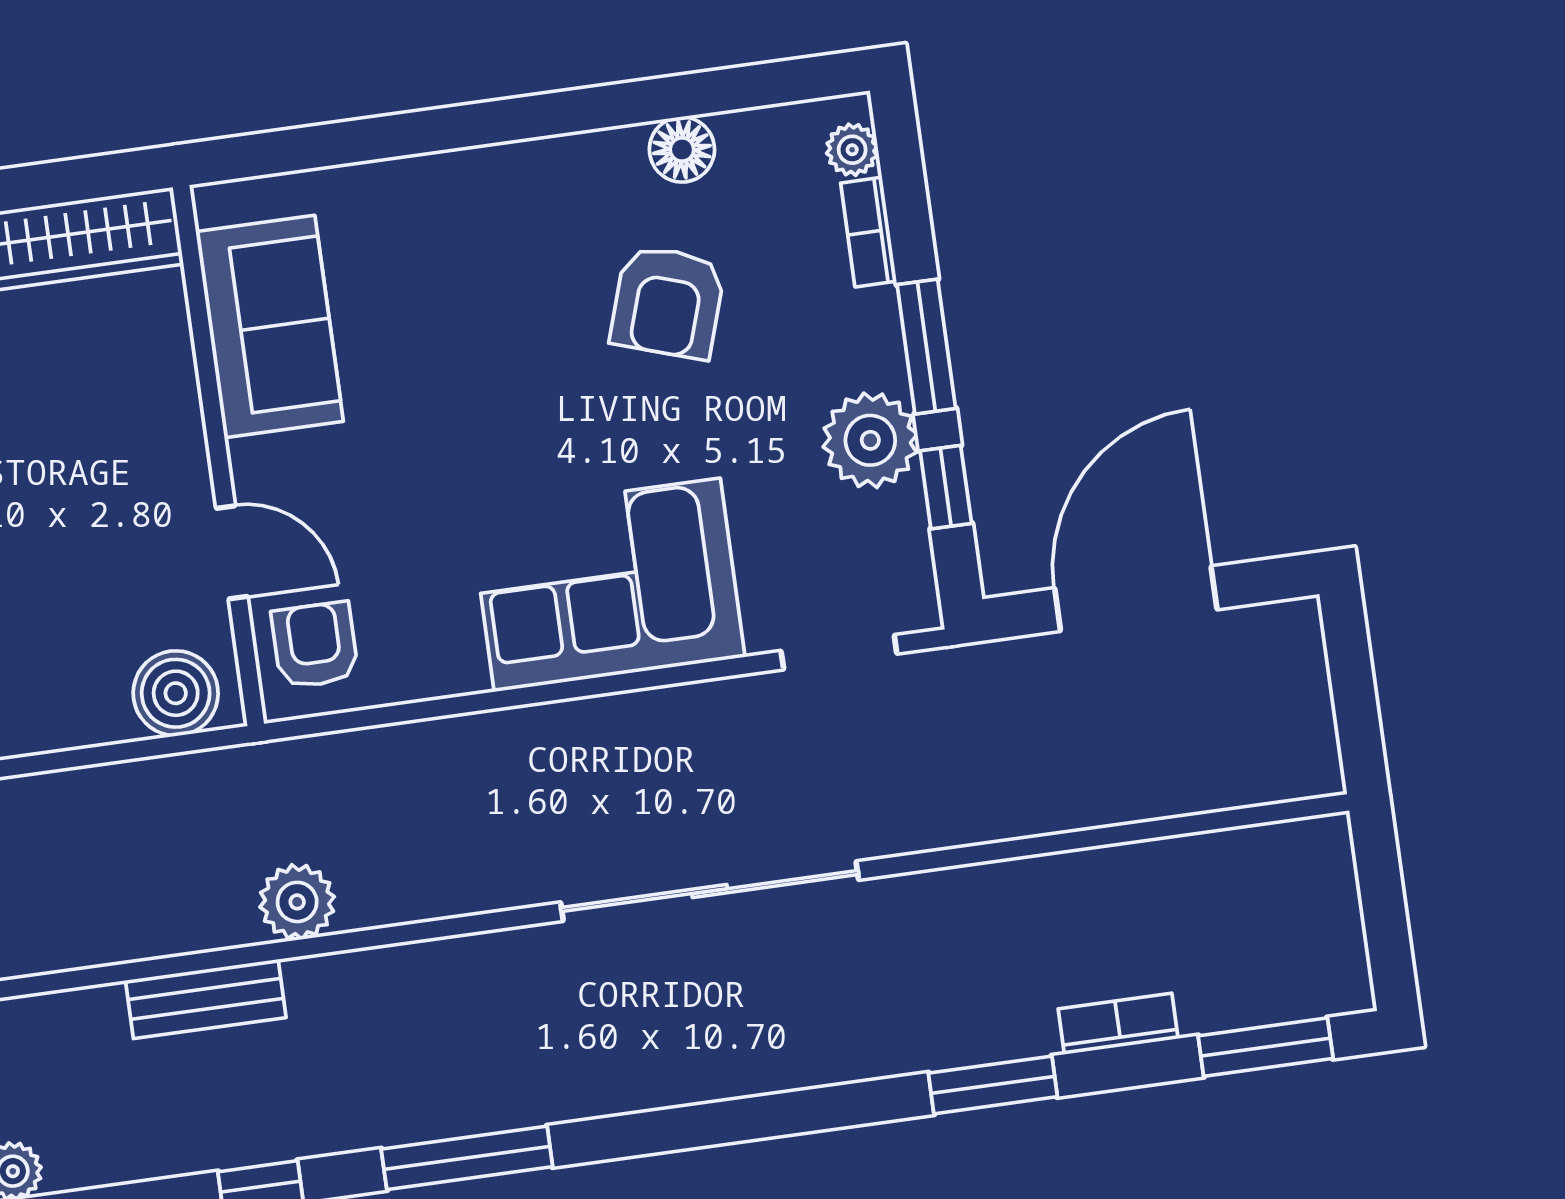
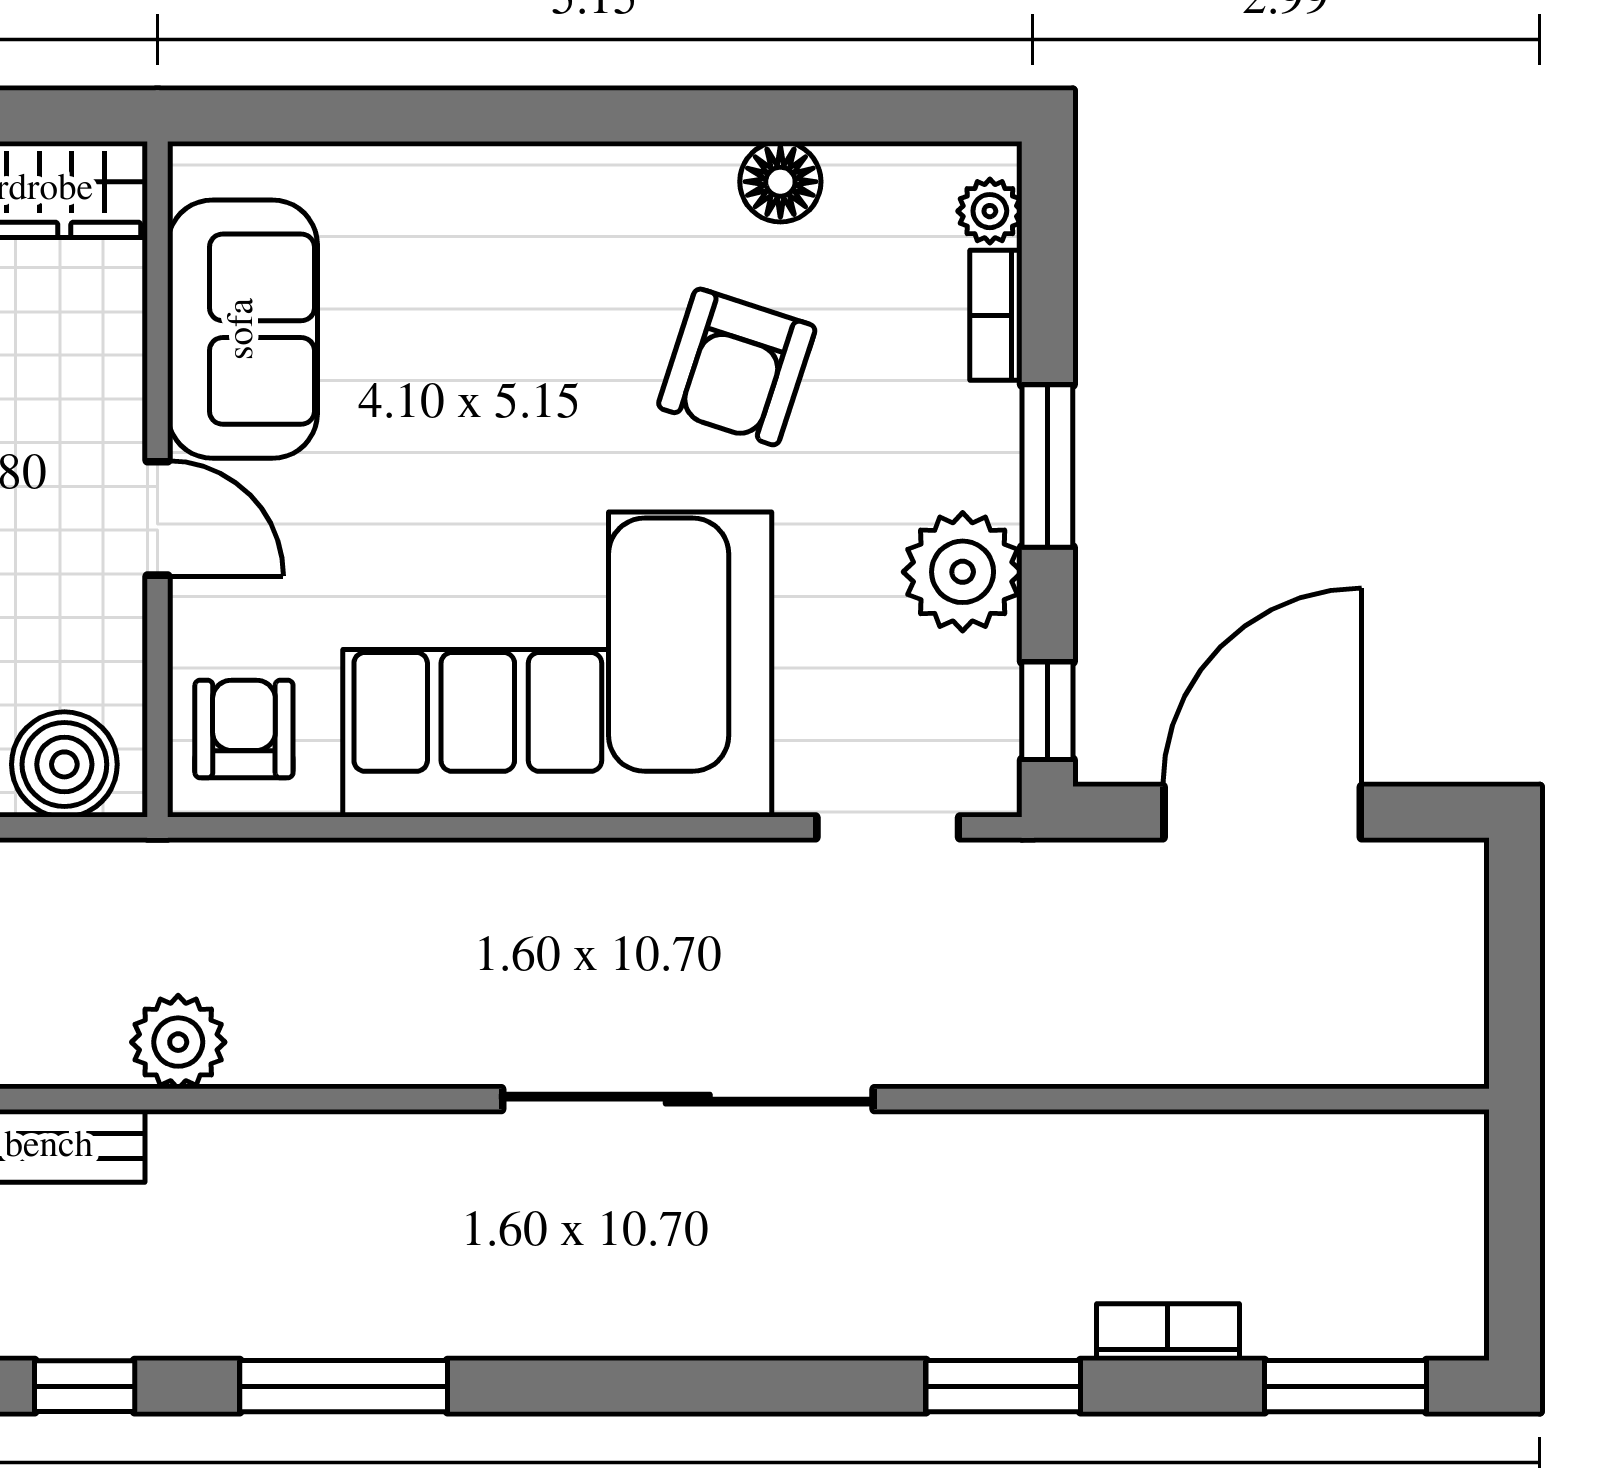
window: (946, 487) -> (1047, 711), moved
door: (232, 552) -> (158, 518), moved
corner sofa: (607, 585) -> (557, 665), width x1.36, depth x1.36

